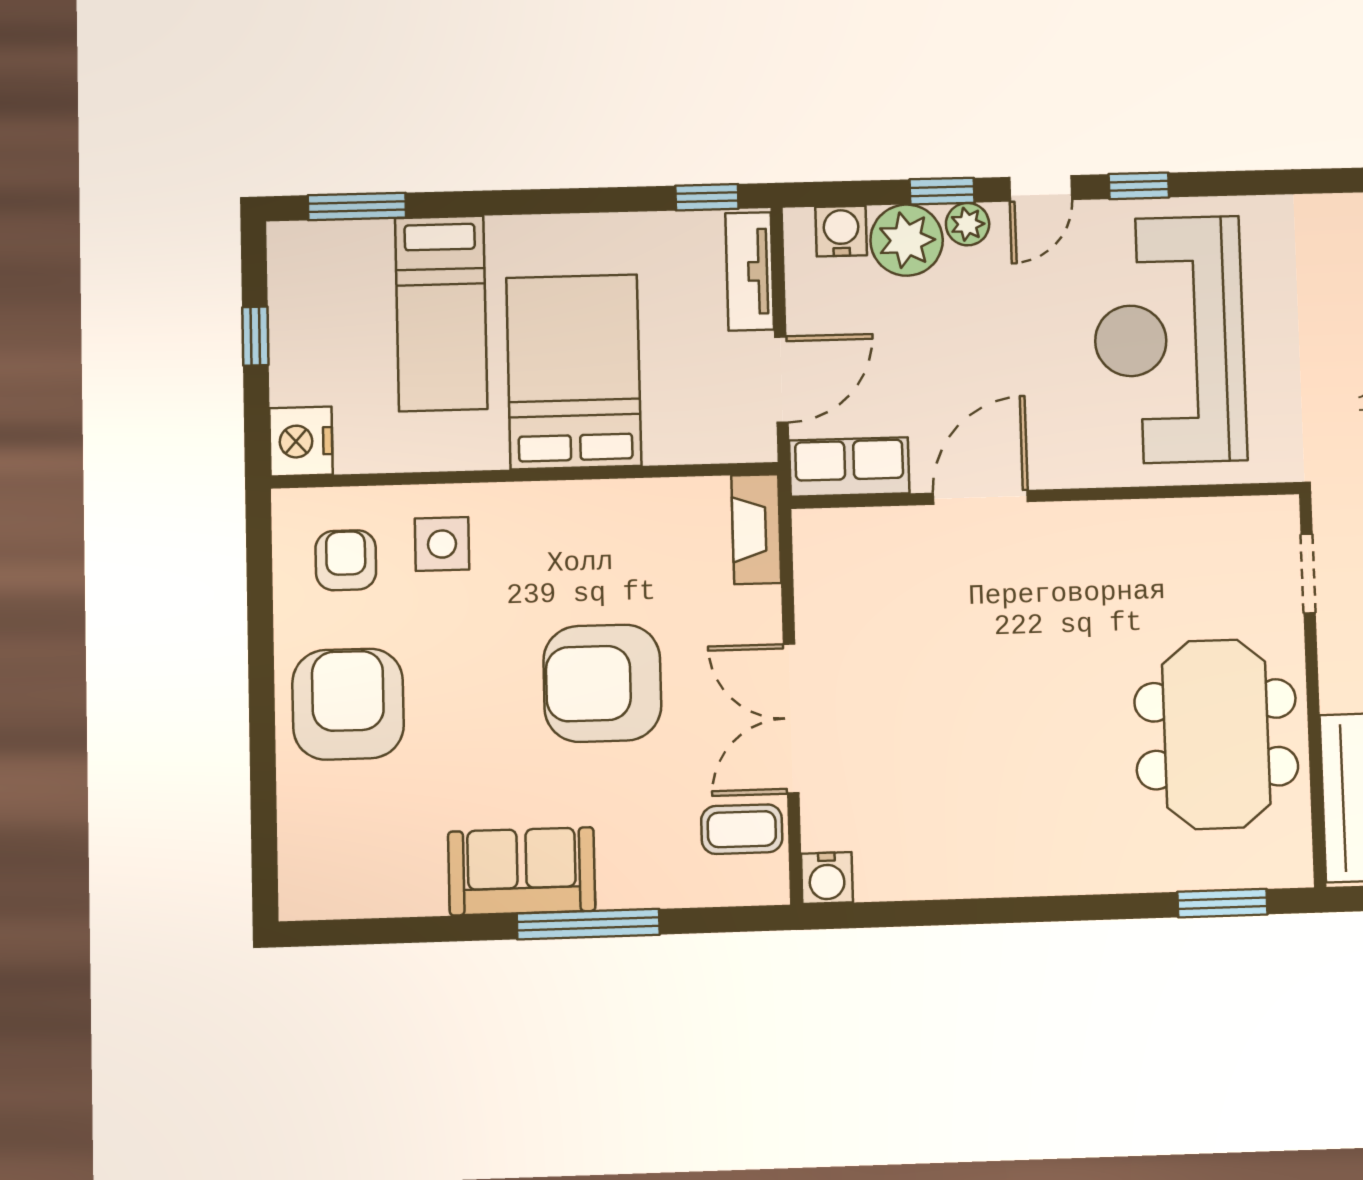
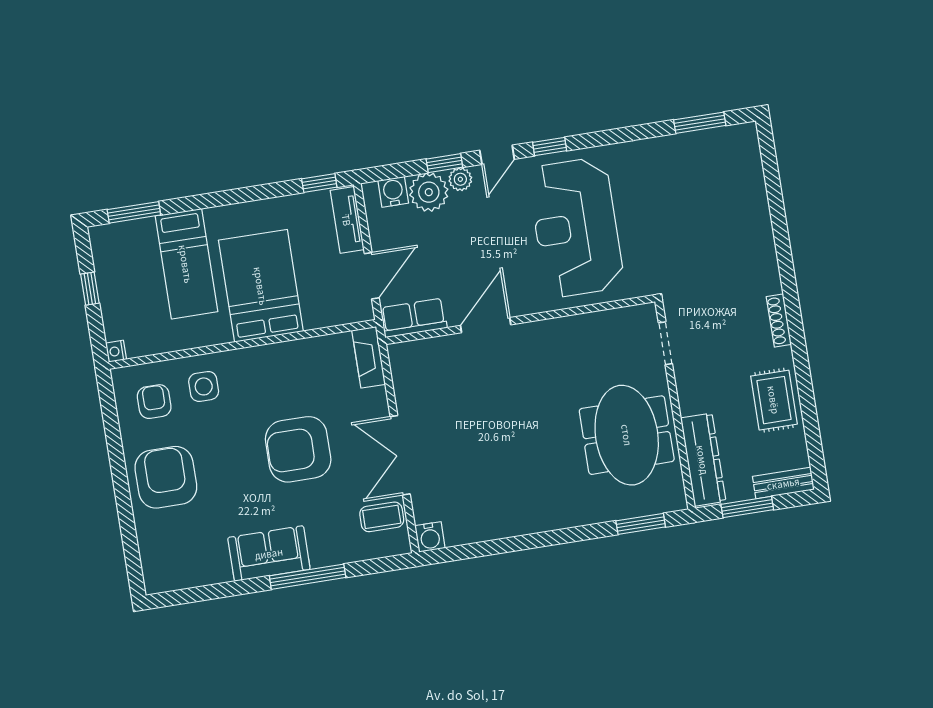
nightstand: (301, 441) -> (116, 351), width x0.53, depth x0.56

